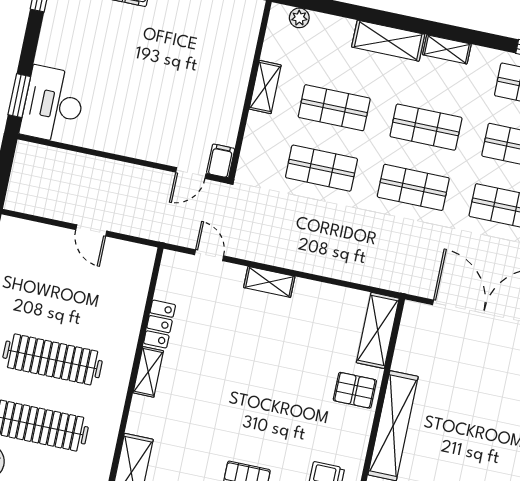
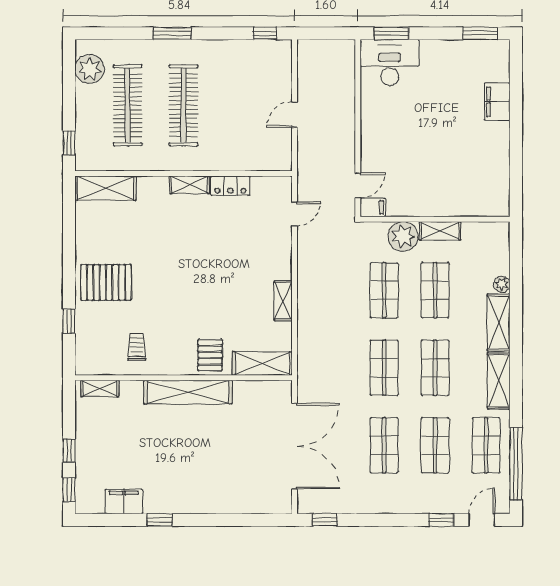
plant: (299, 18) -> (502, 284), moved
shelving: (447, 49) -> (499, 381), width x1.50, depth x1.33
plant: (263, 132) -> (403, 236), added
door: (191, 173) -> (358, 185), swing flipped
shelving: (269, 282) -> (283, 301), moved

